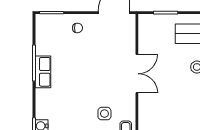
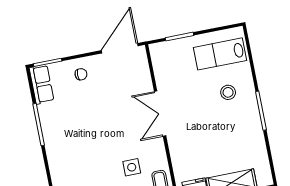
row of seats: (43, 72) -> (42, 84), moved
double door: (137, 74) -> (160, 114), swing flipped

